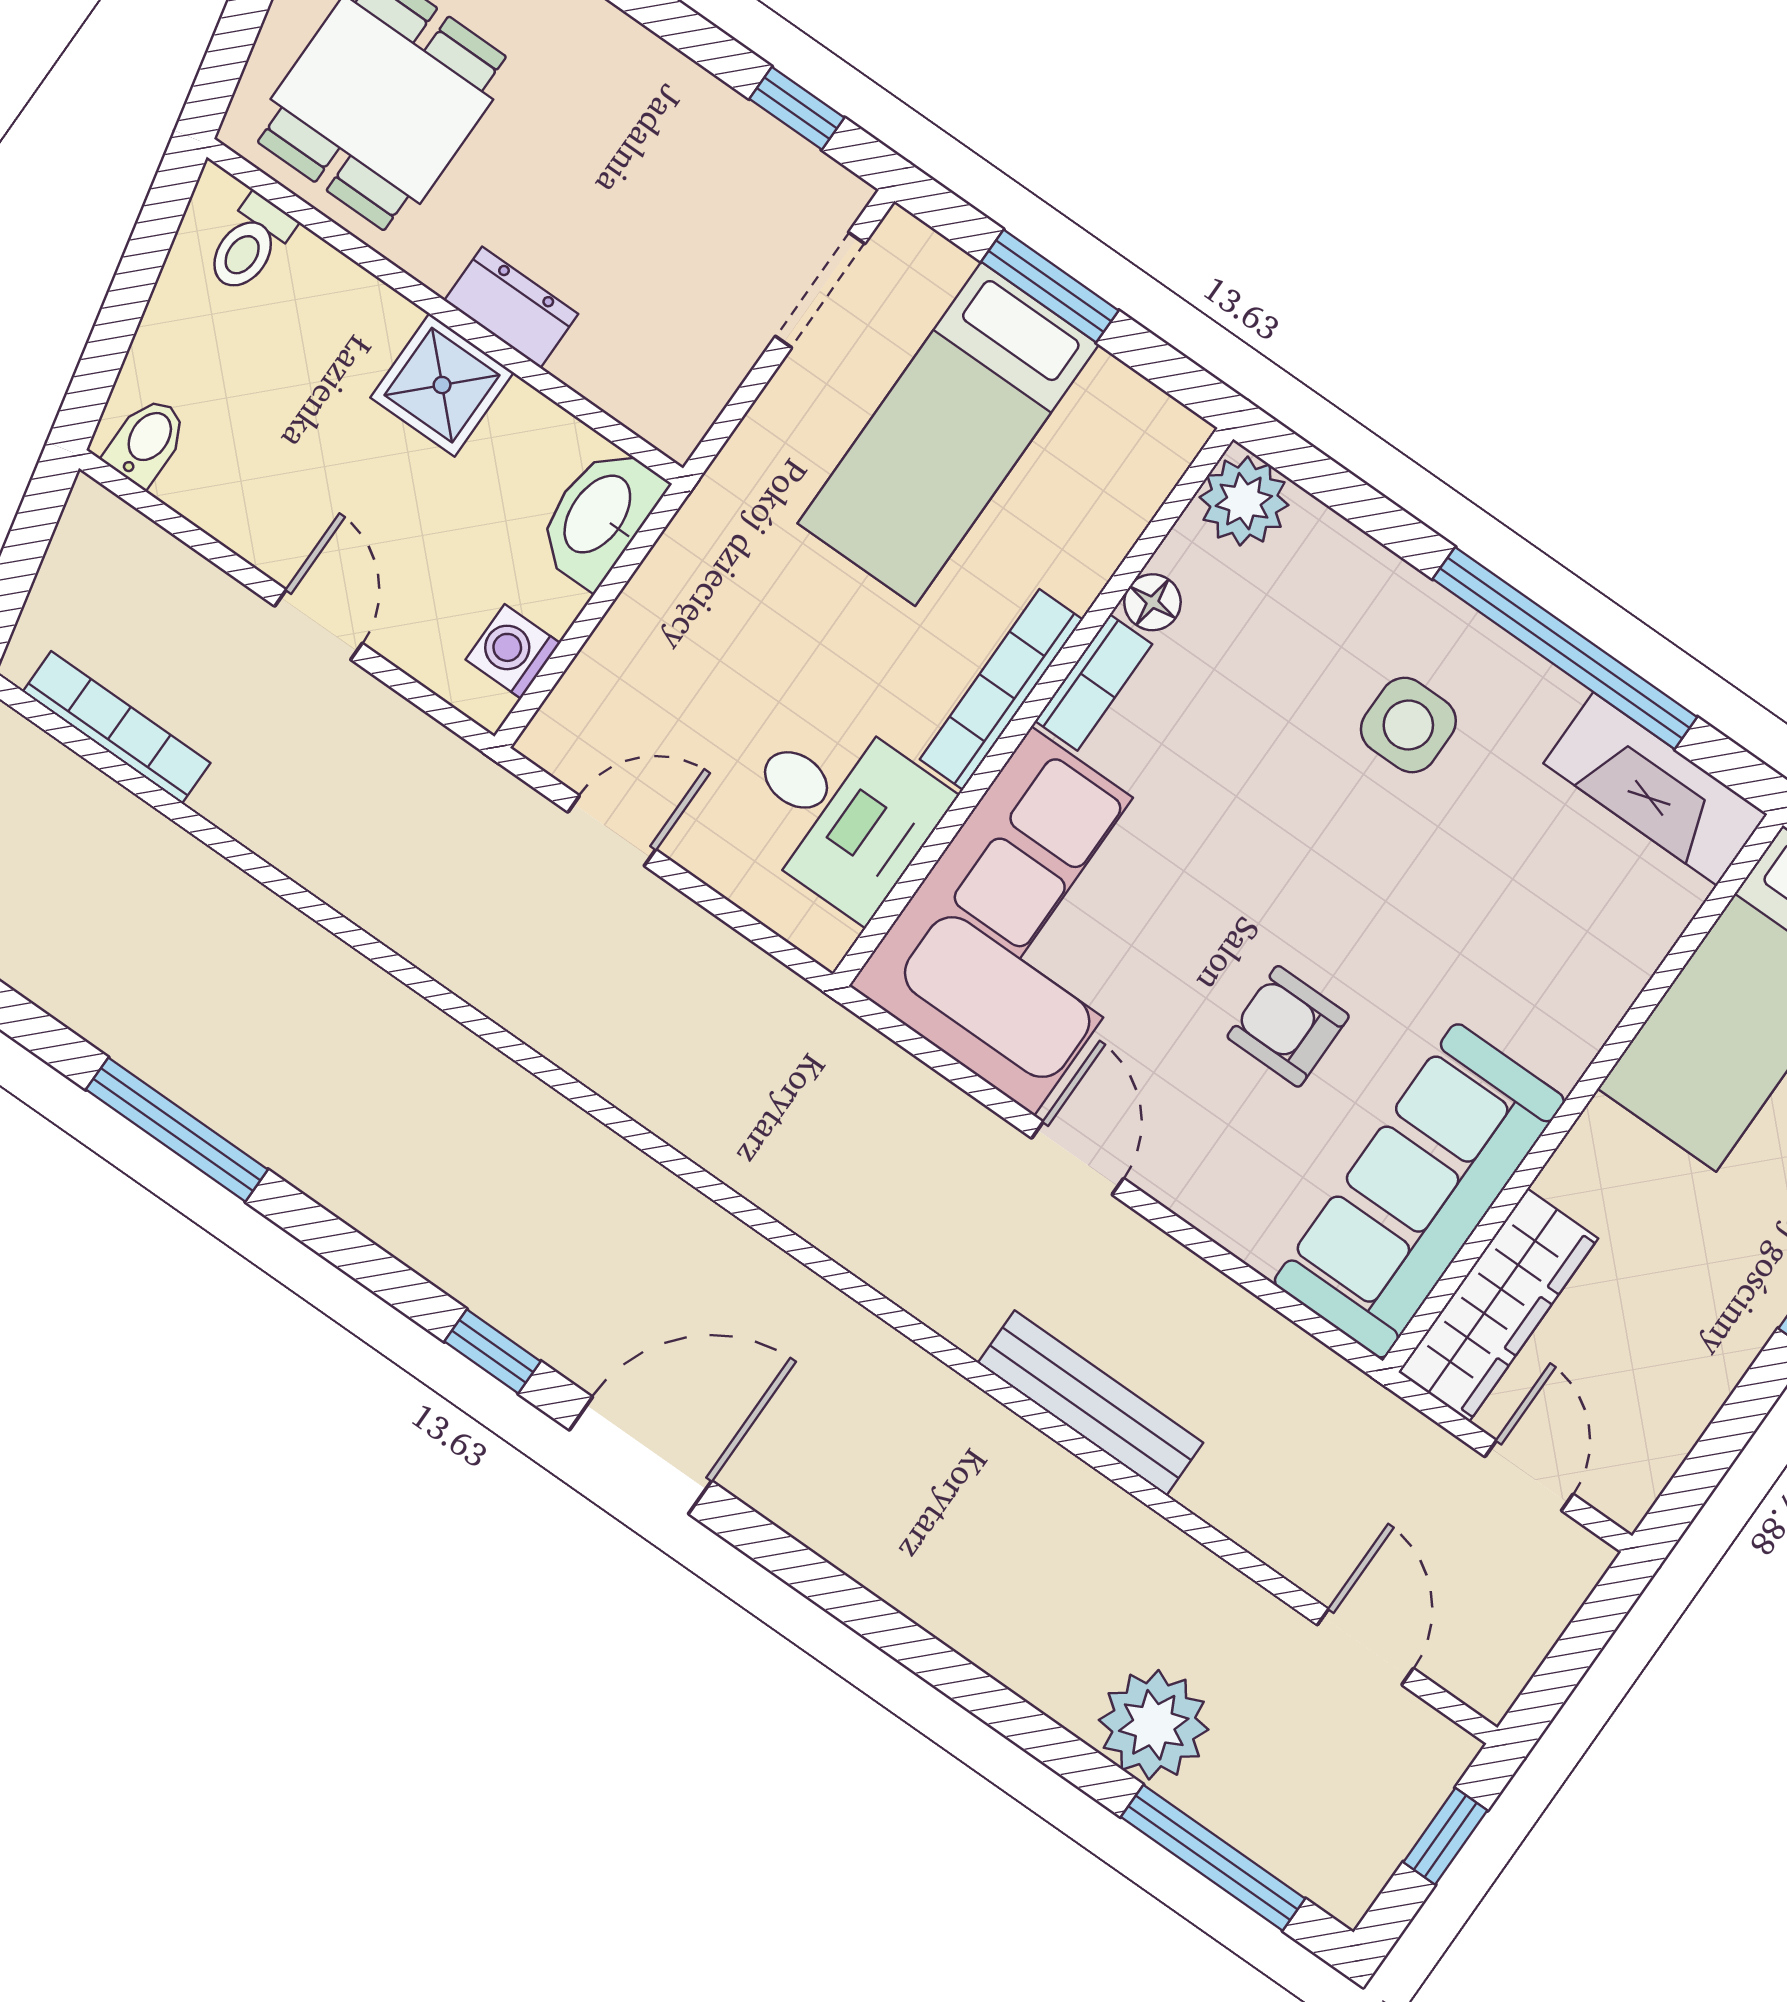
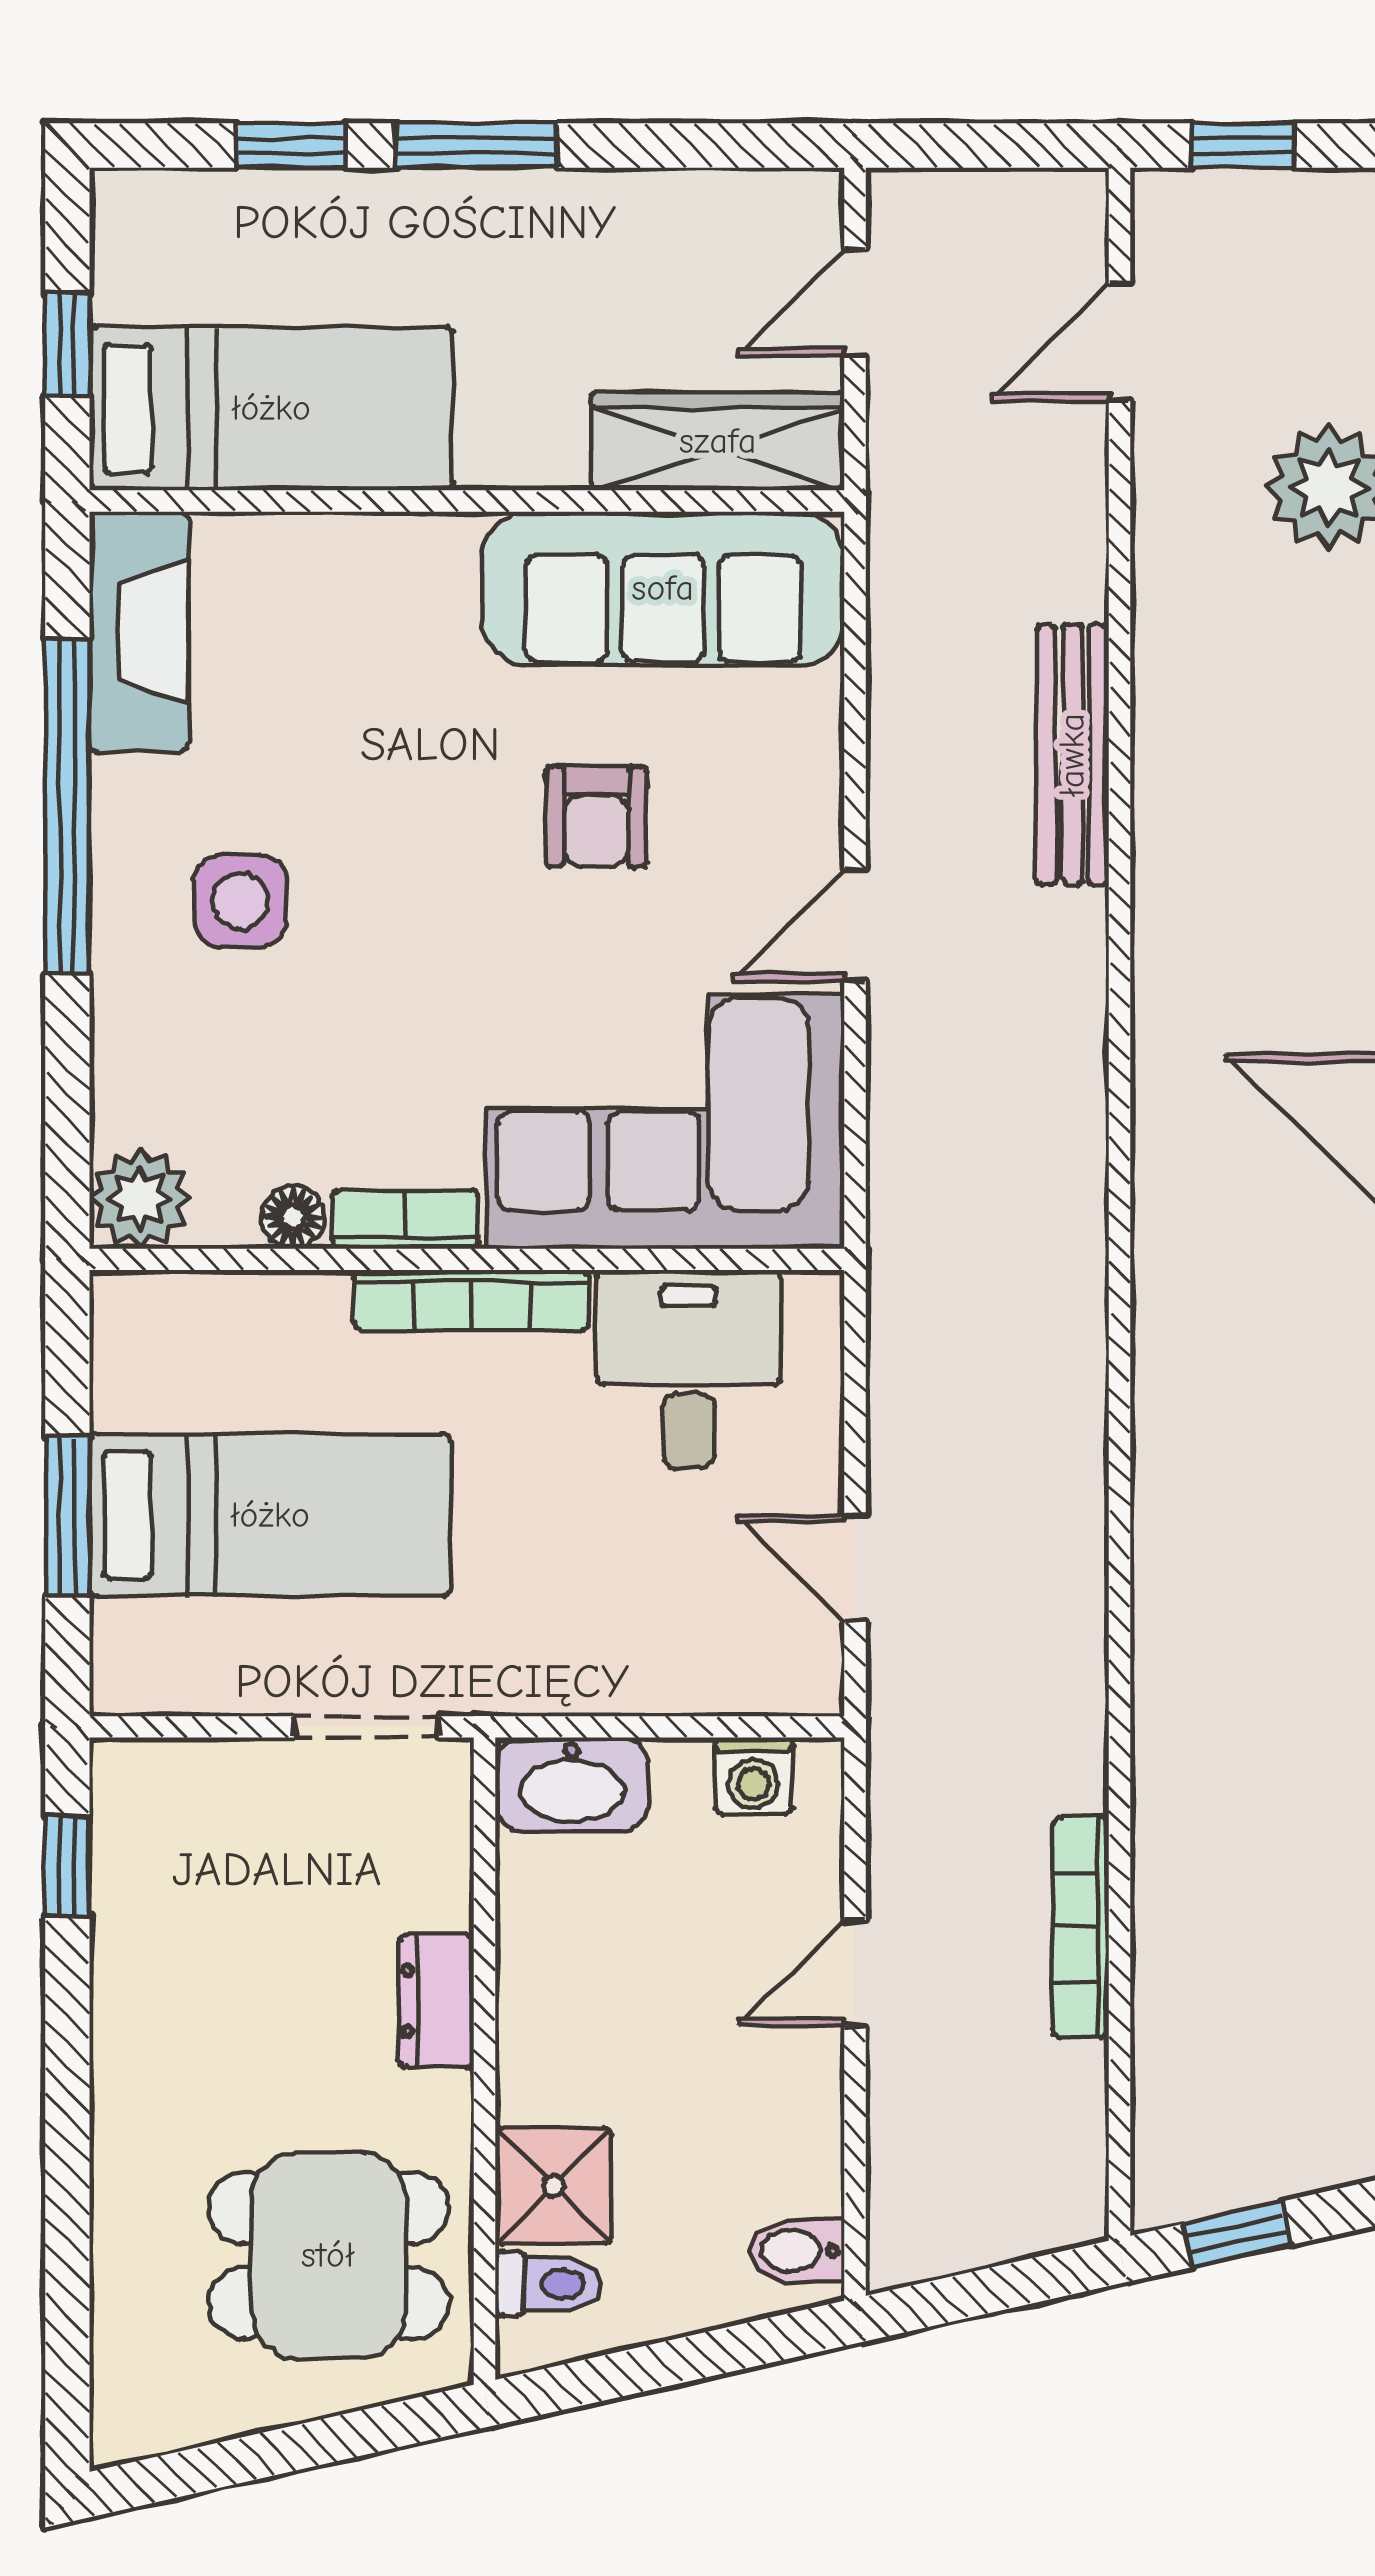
doorway: (820, 290) -> (366, 1727), moved
shower: (442, 385) -> (553, 2186), moved
bookcase: (117, 727) -> (1081, 1927), moved

